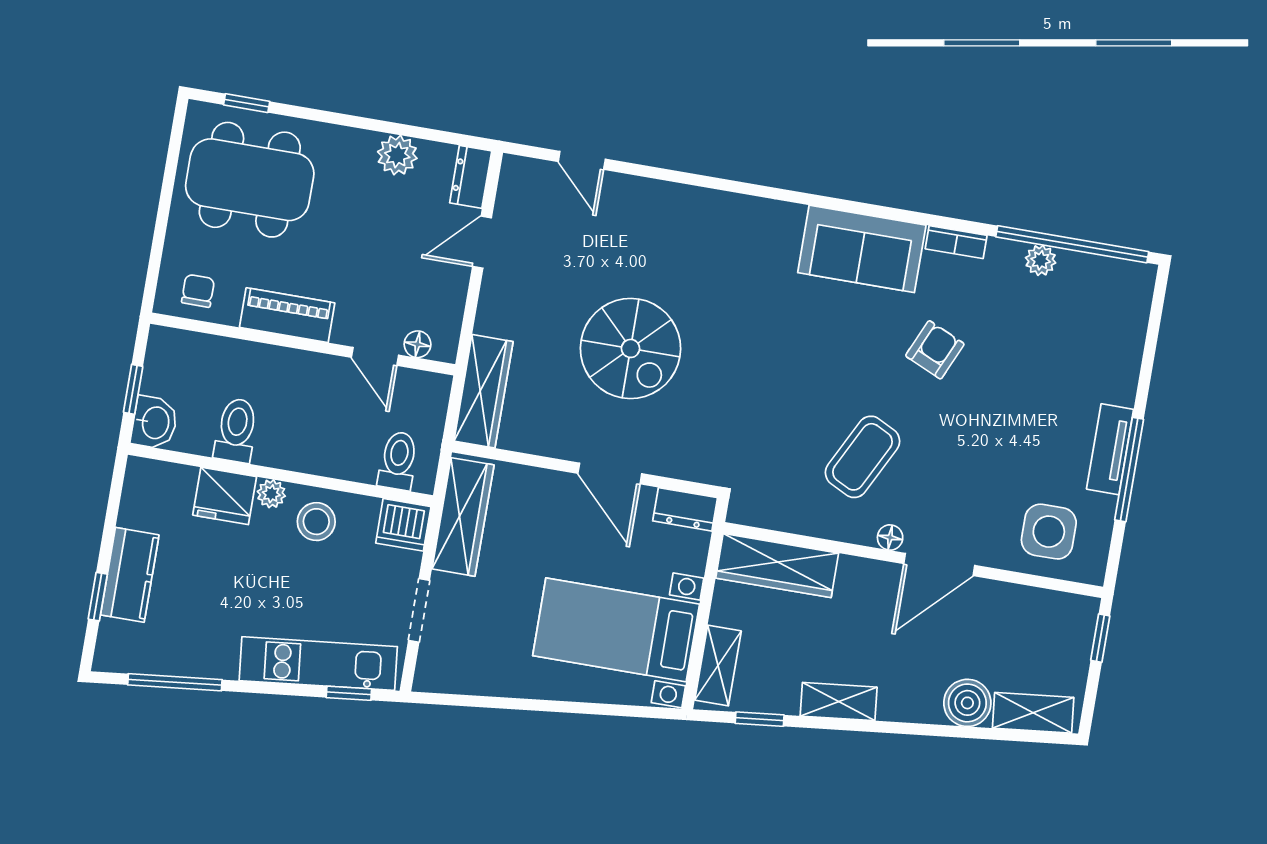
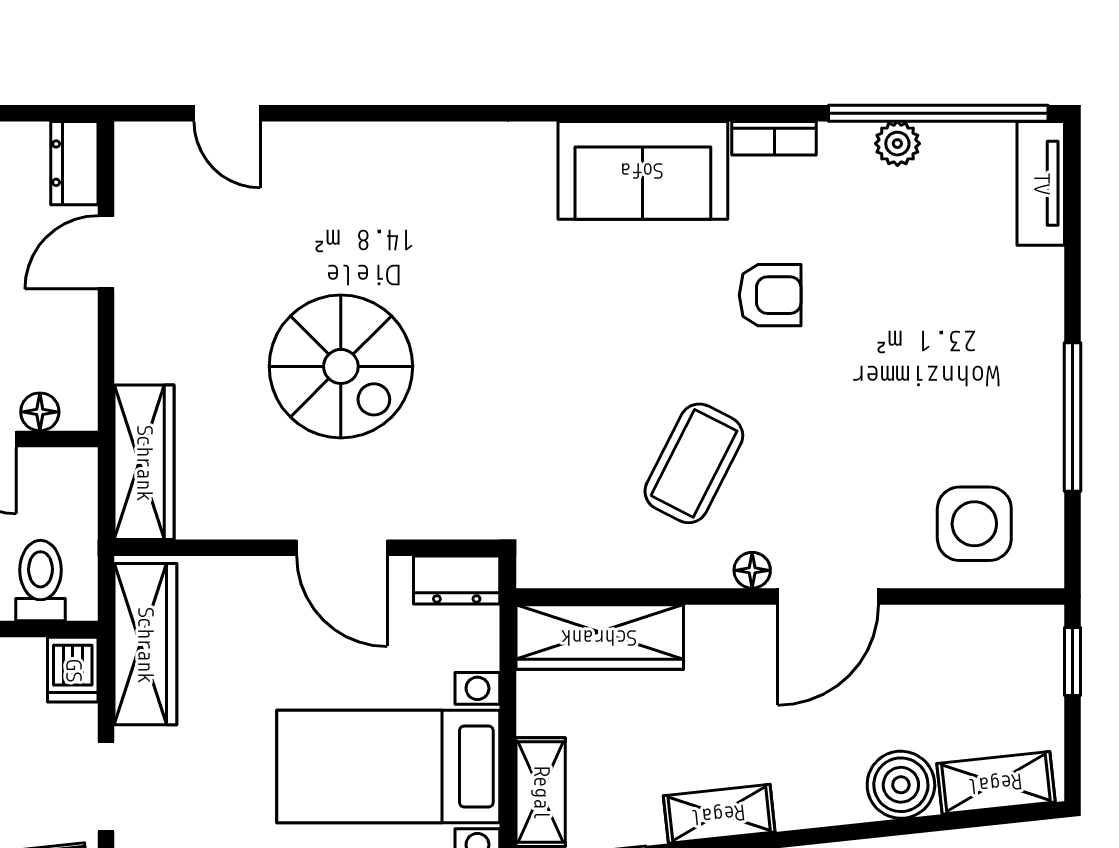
armchair: (935, 350) -> (770, 295), turned 66
tv unit: (1110, 449) -> (1041, 183), moved
dishwasher: (403, 525) -> (73, 670), width x0.73

